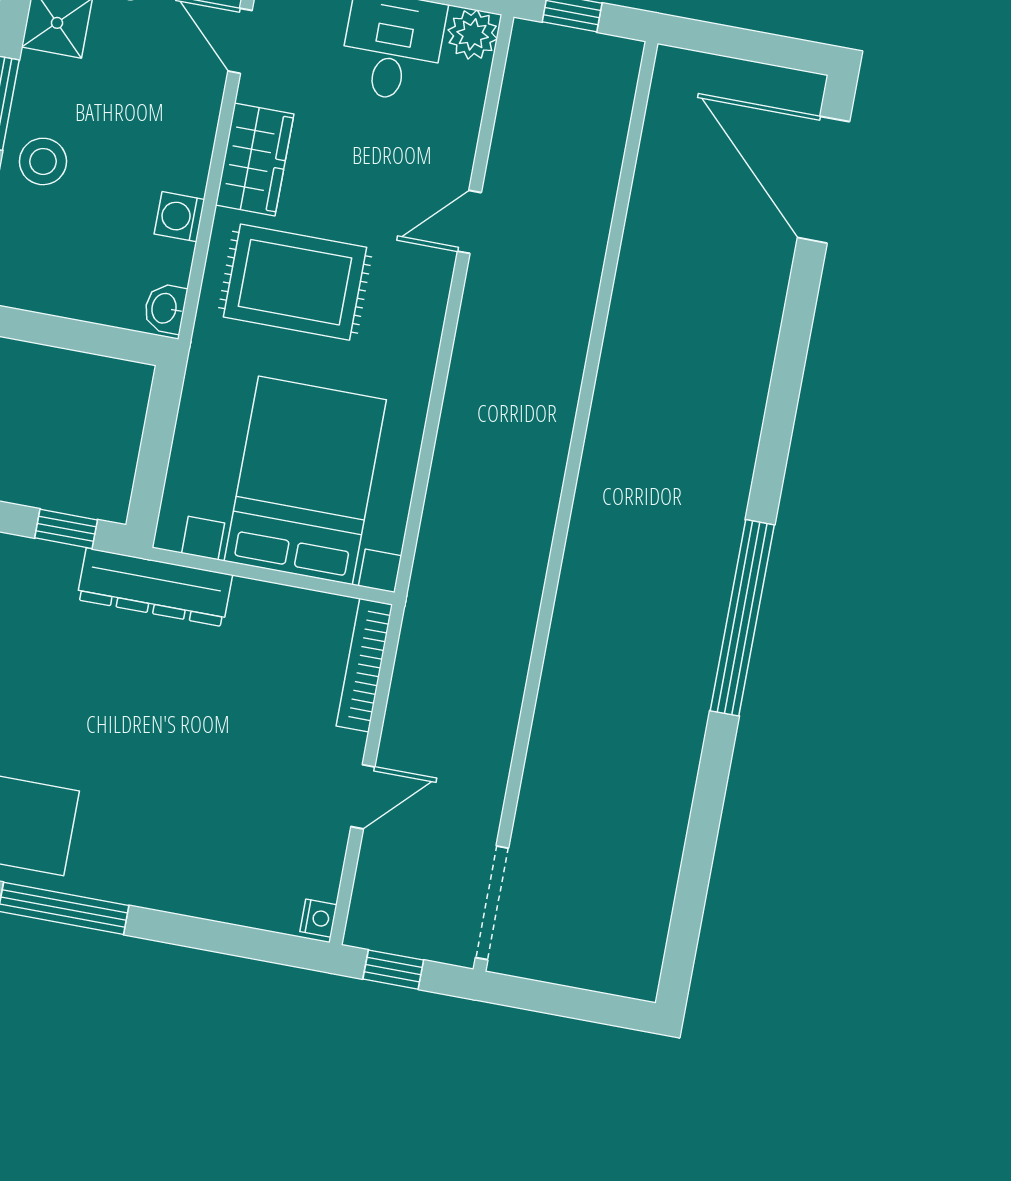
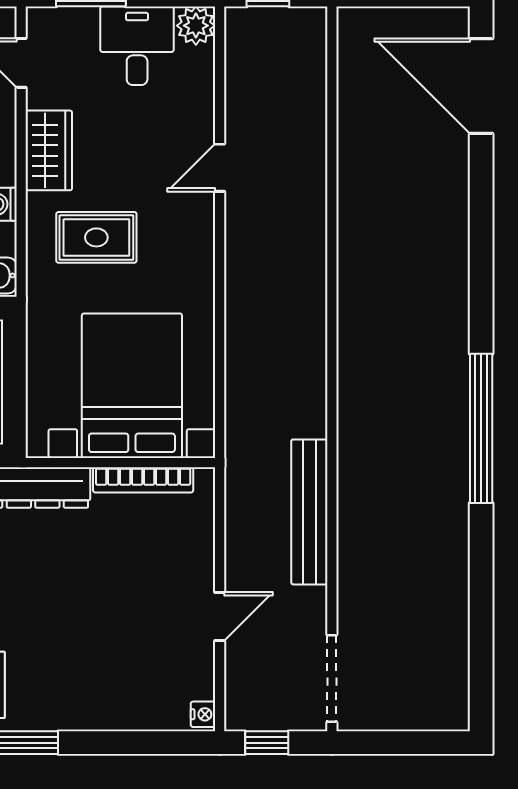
rug: (295, 282) -> (96, 237), width x0.73, depth x0.70
bookcase: (364, 665) -> (143, 480), moved, turned -90
bench: (503, 684) -> (309, 512), added

